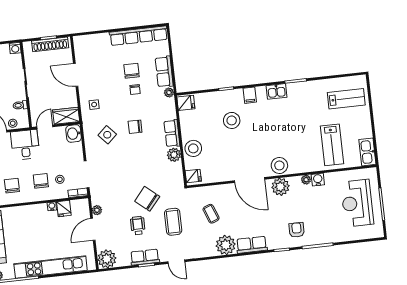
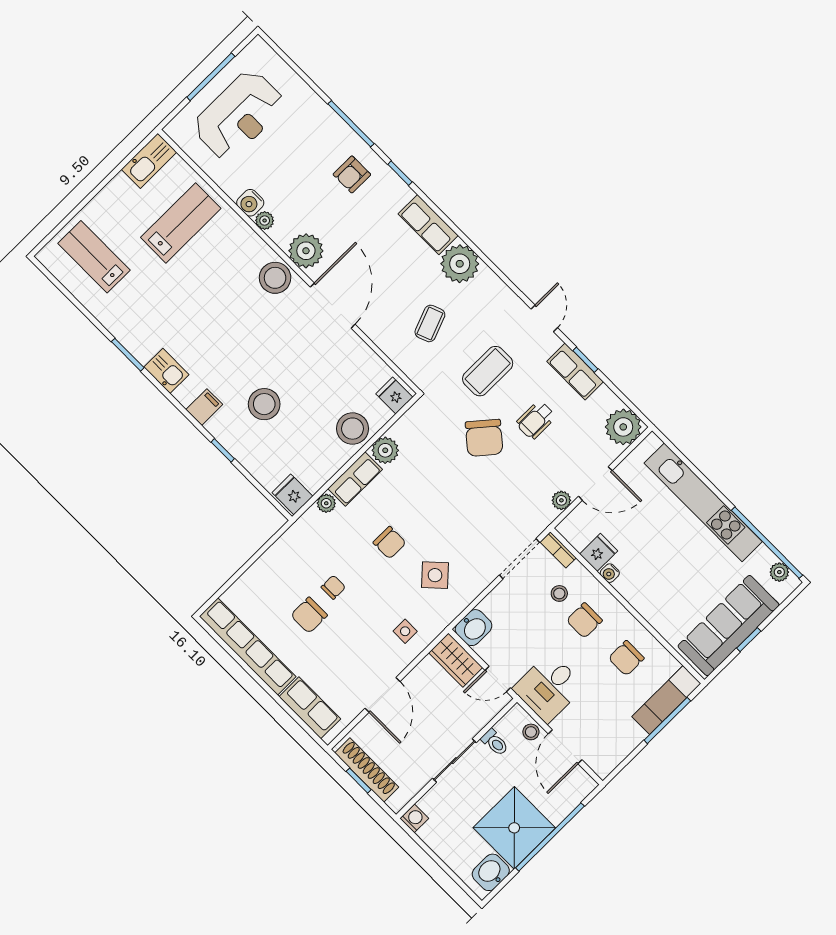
row of seats: (164, 72) -> (310, 708), moved, turned -90
plant: (169, 93) -> (326, 503), moved

